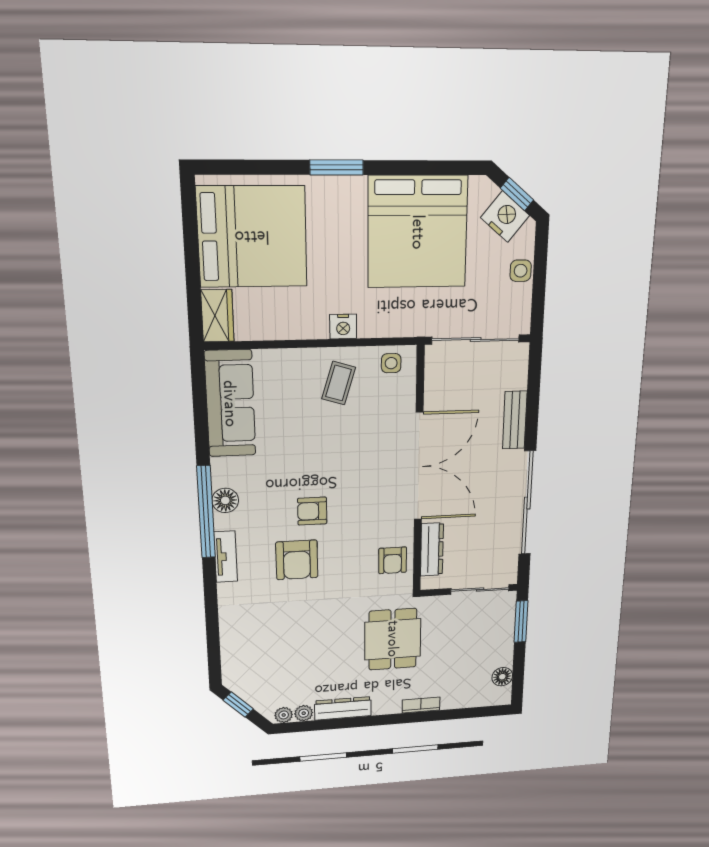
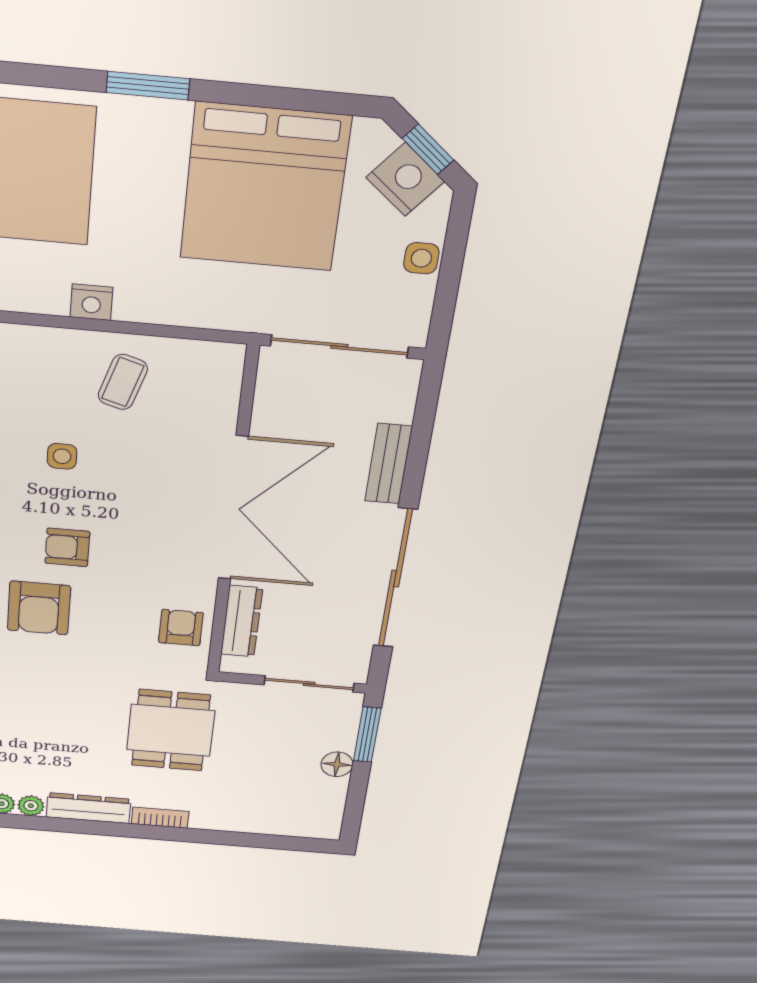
nightstand: (343, 326) -> (91, 302), moved
side table: (391, 363) -> (62, 456), moved
armchair: (393, 560) -> (181, 628), turned 180
floor lamp: (502, 677) -> (337, 764), moved
bookcase: (421, 705) -> (160, 818), moved

